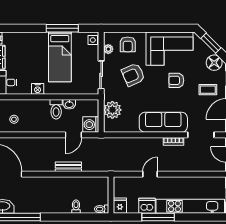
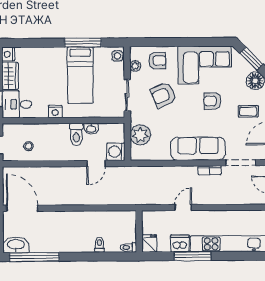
armchair: (128, 44) -> (157, 61), turned -90
bench: (68, 167) -> (91, 200), removed

